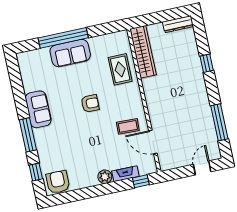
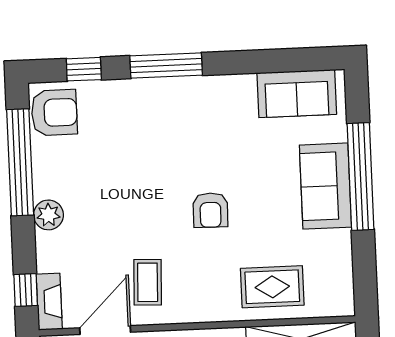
sofa: (38, 109) -> (297, 94), moved
fireplace: (125, 174) -> (49, 302), moved
window: (83, 194) -> (20, 162), added

